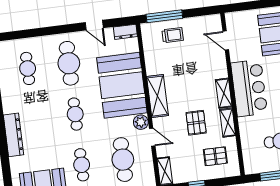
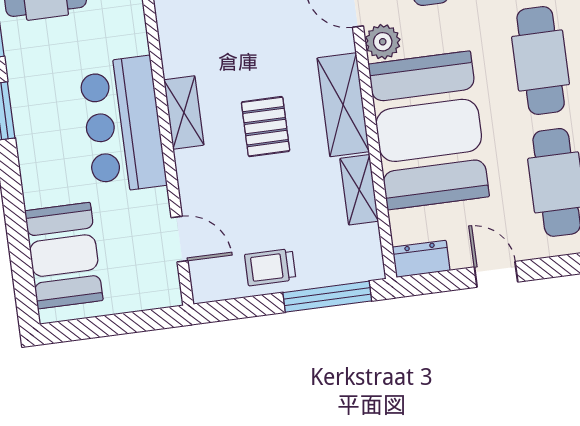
trolley: (173, 35) -> (270, 267), moved
cafe table: (75, 114) -> (541, 61), width x1.37, depth x1.35
pallet: (196, 123) -> (266, 127), moved
shelving: (228, 123) -> (359, 190), moved

